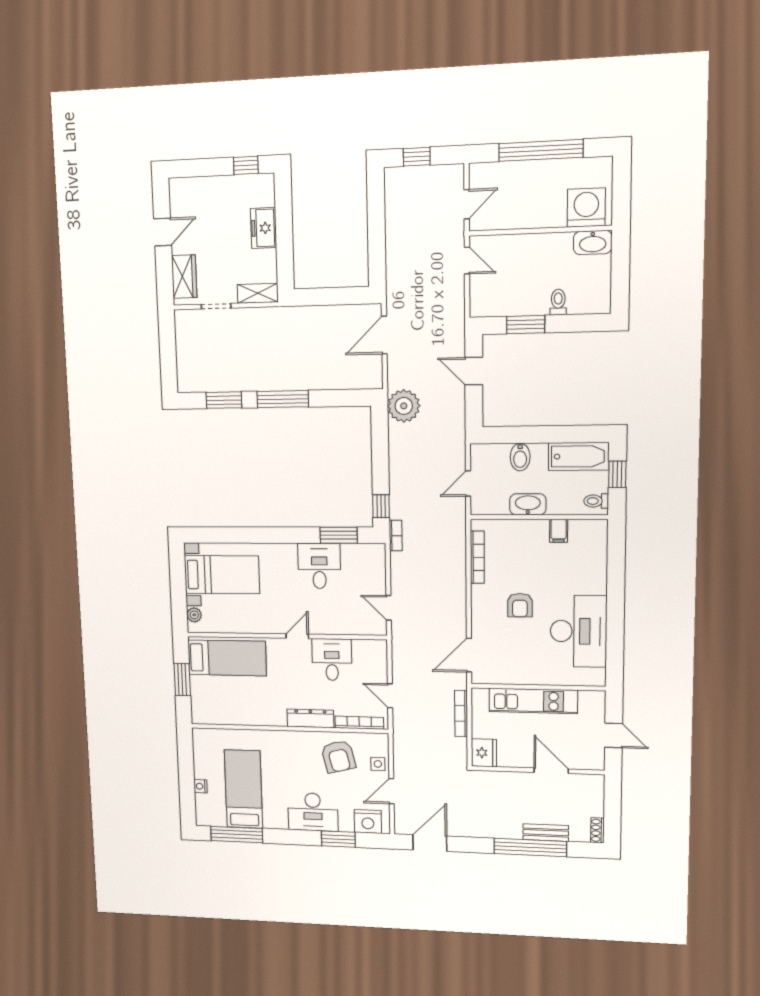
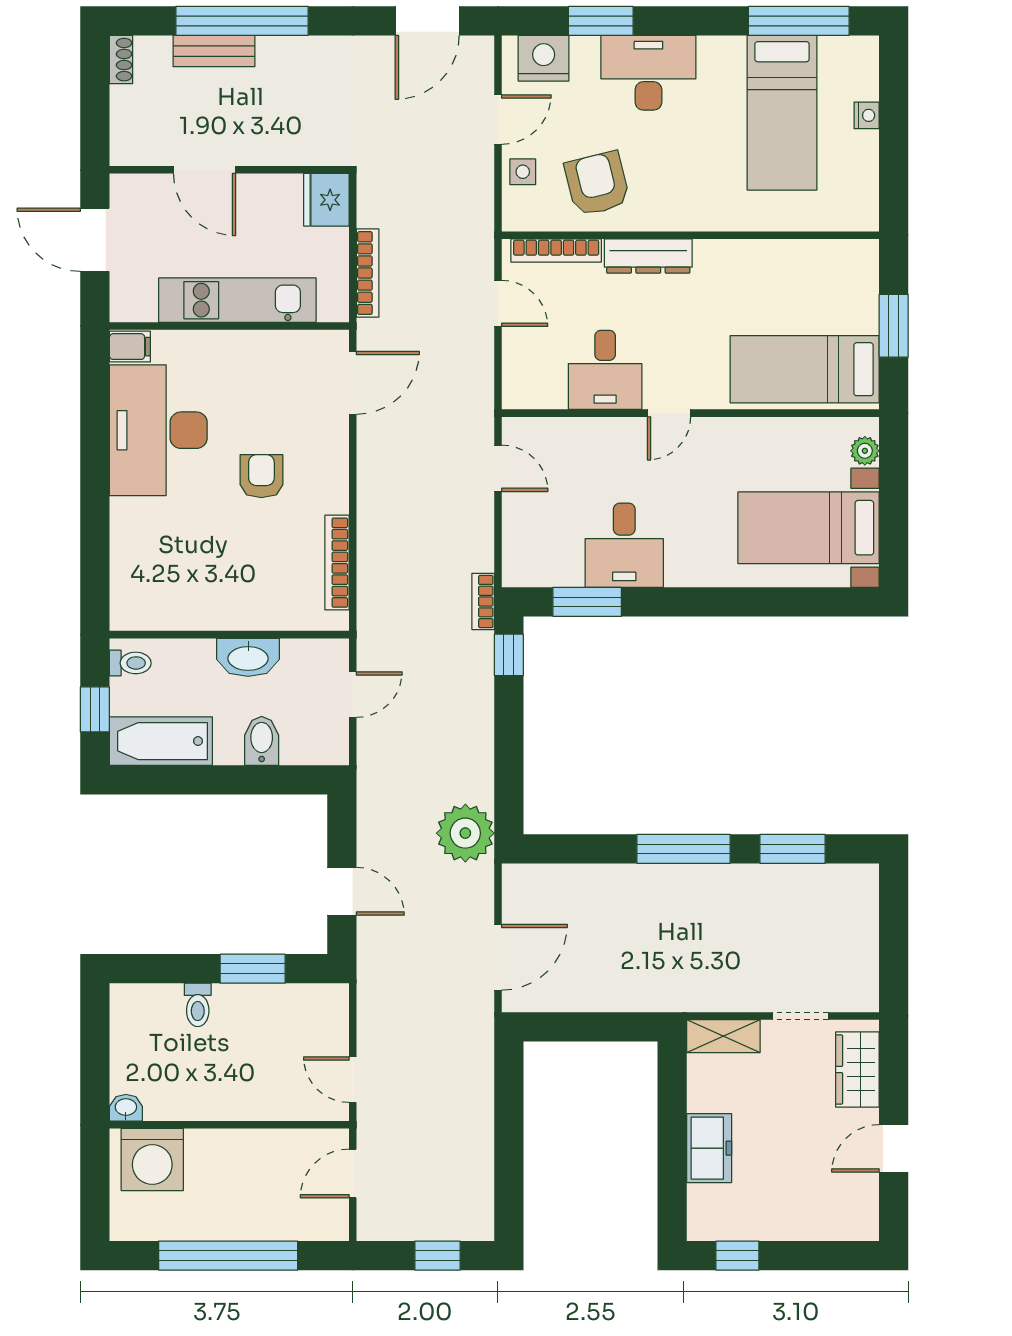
washbasin: (593, 243) -> (126, 1108), width x0.52, depth x0.69
filing cabinet: (559, 531) -> (130, 347), moved, turned 90
door: (614, 735) -> (95, 240), width x1.38

